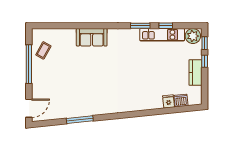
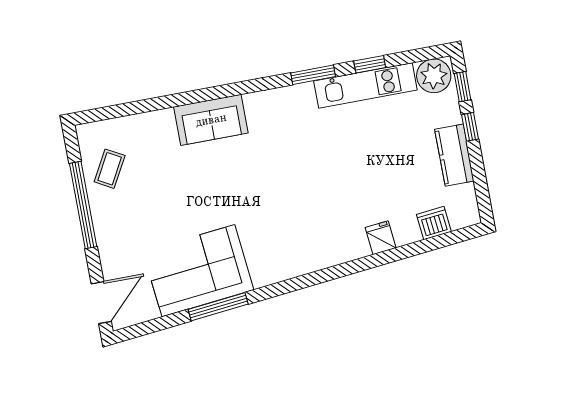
fridge: (169, 101) -> (381, 238), moved
corner sofa: (74, 102) -> (198, 271), added

